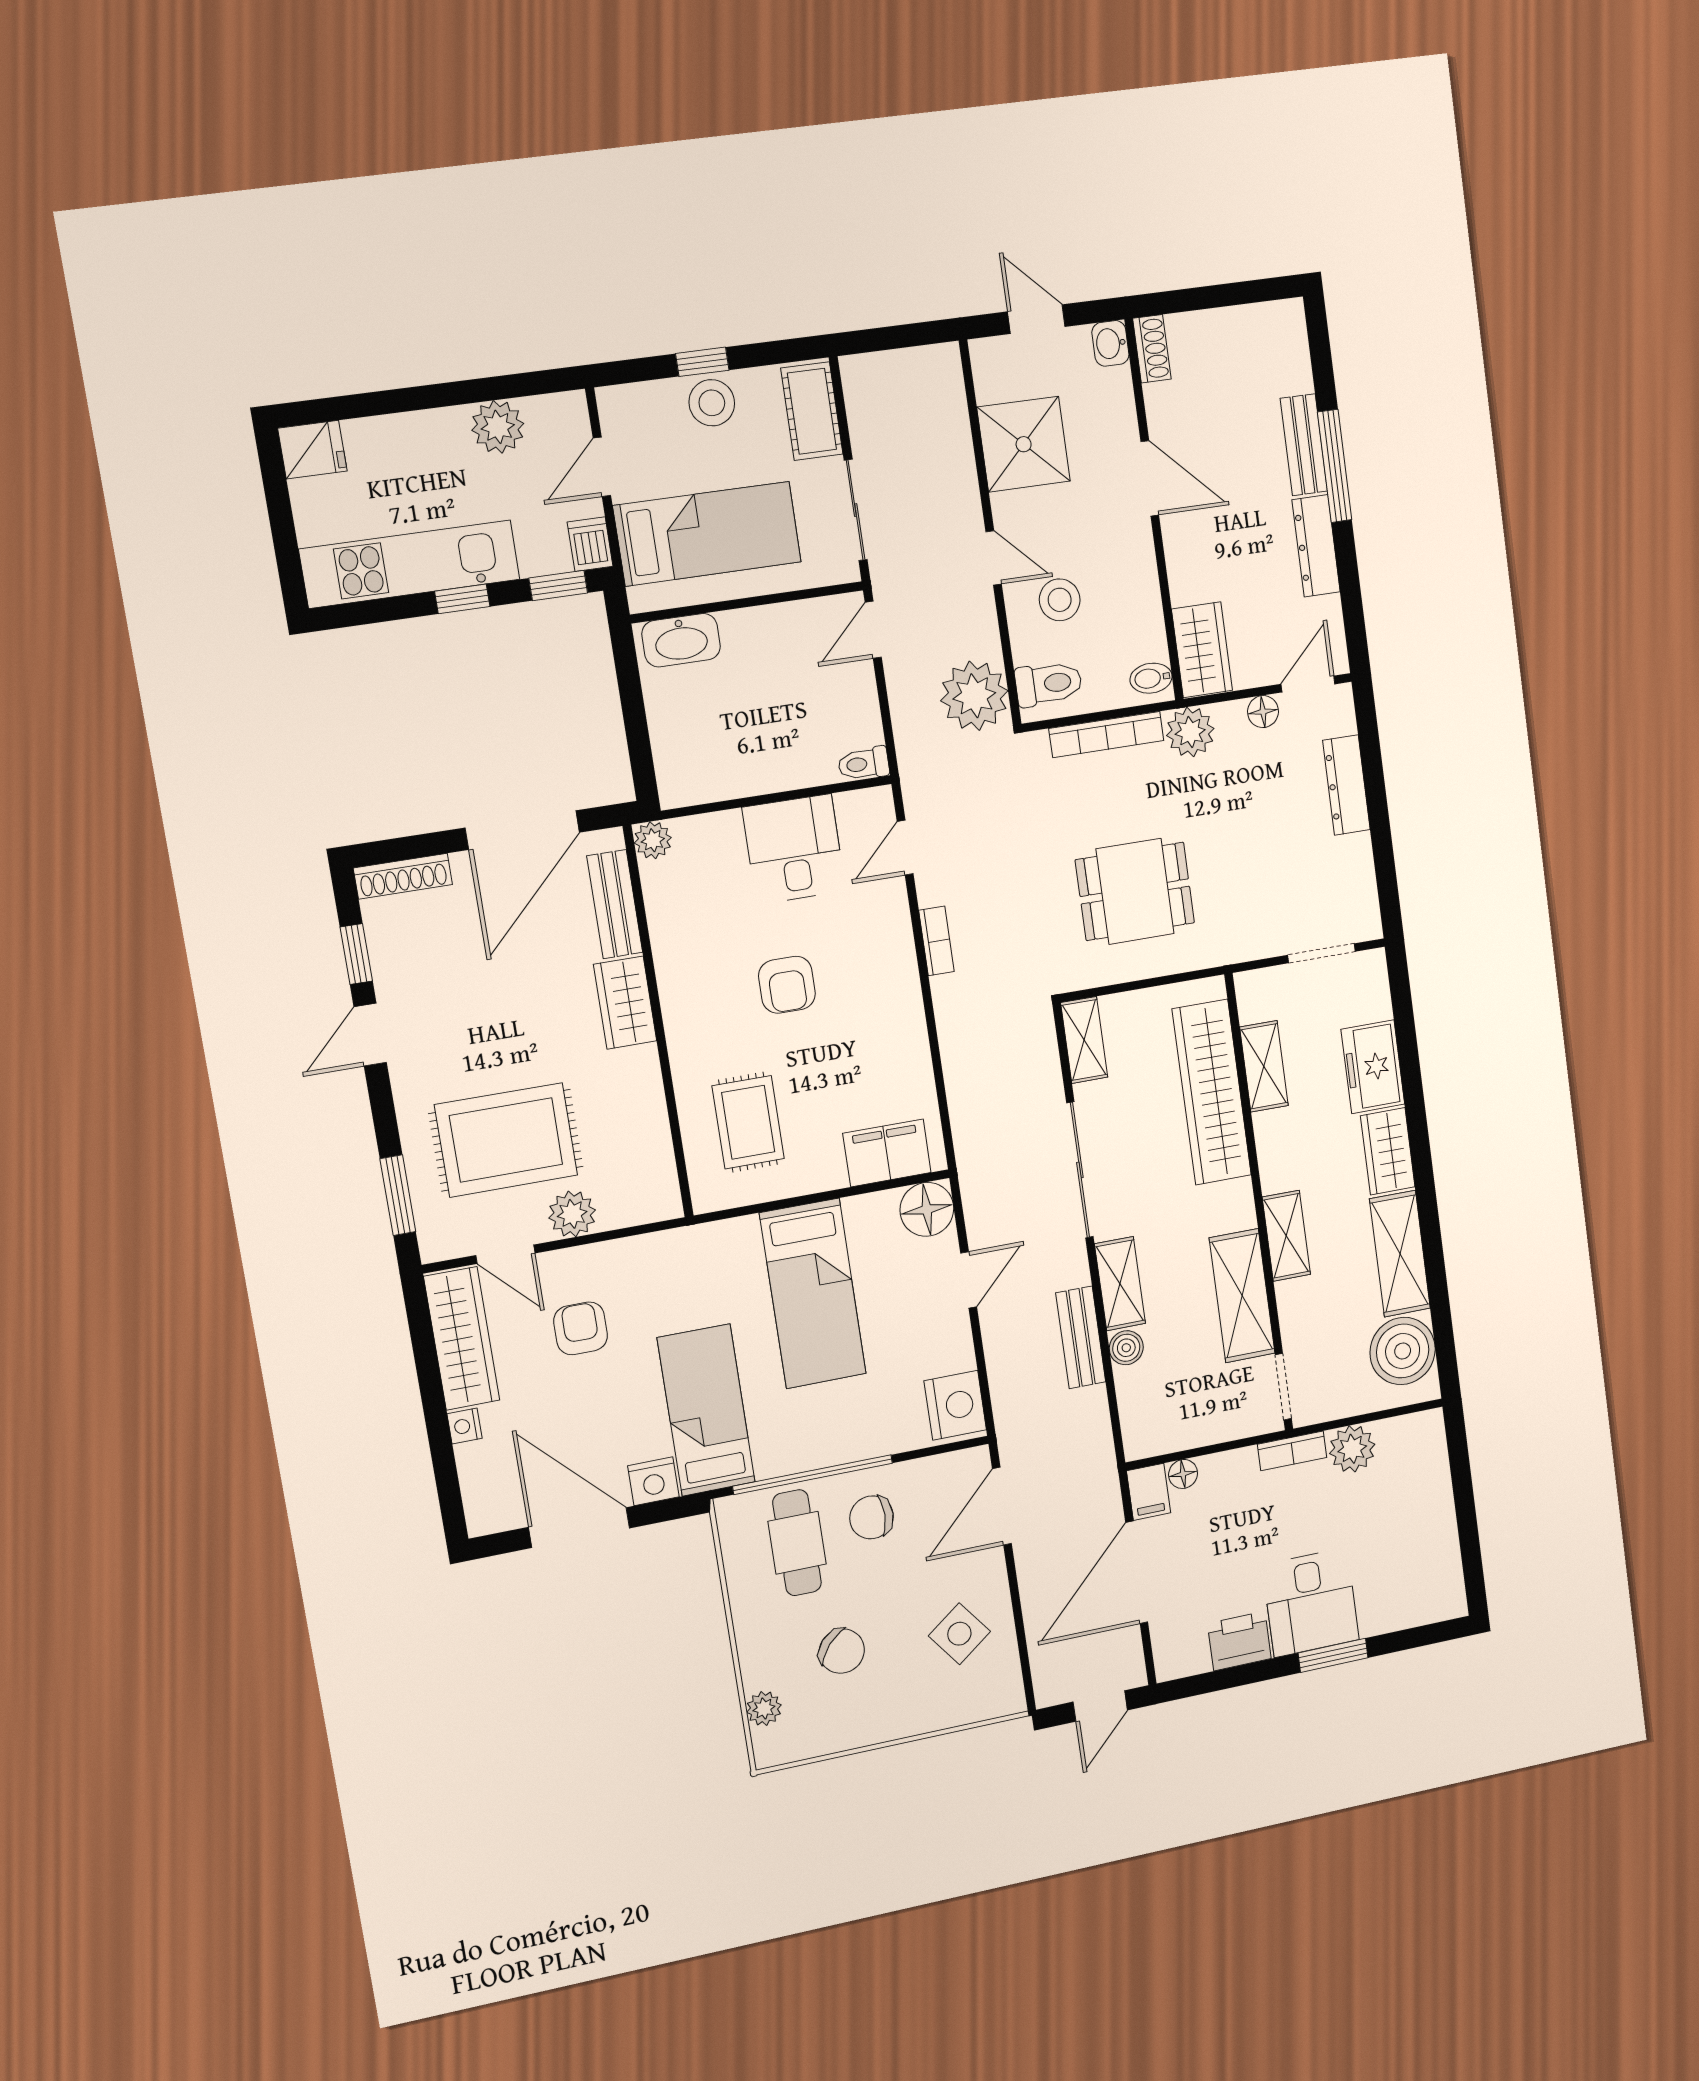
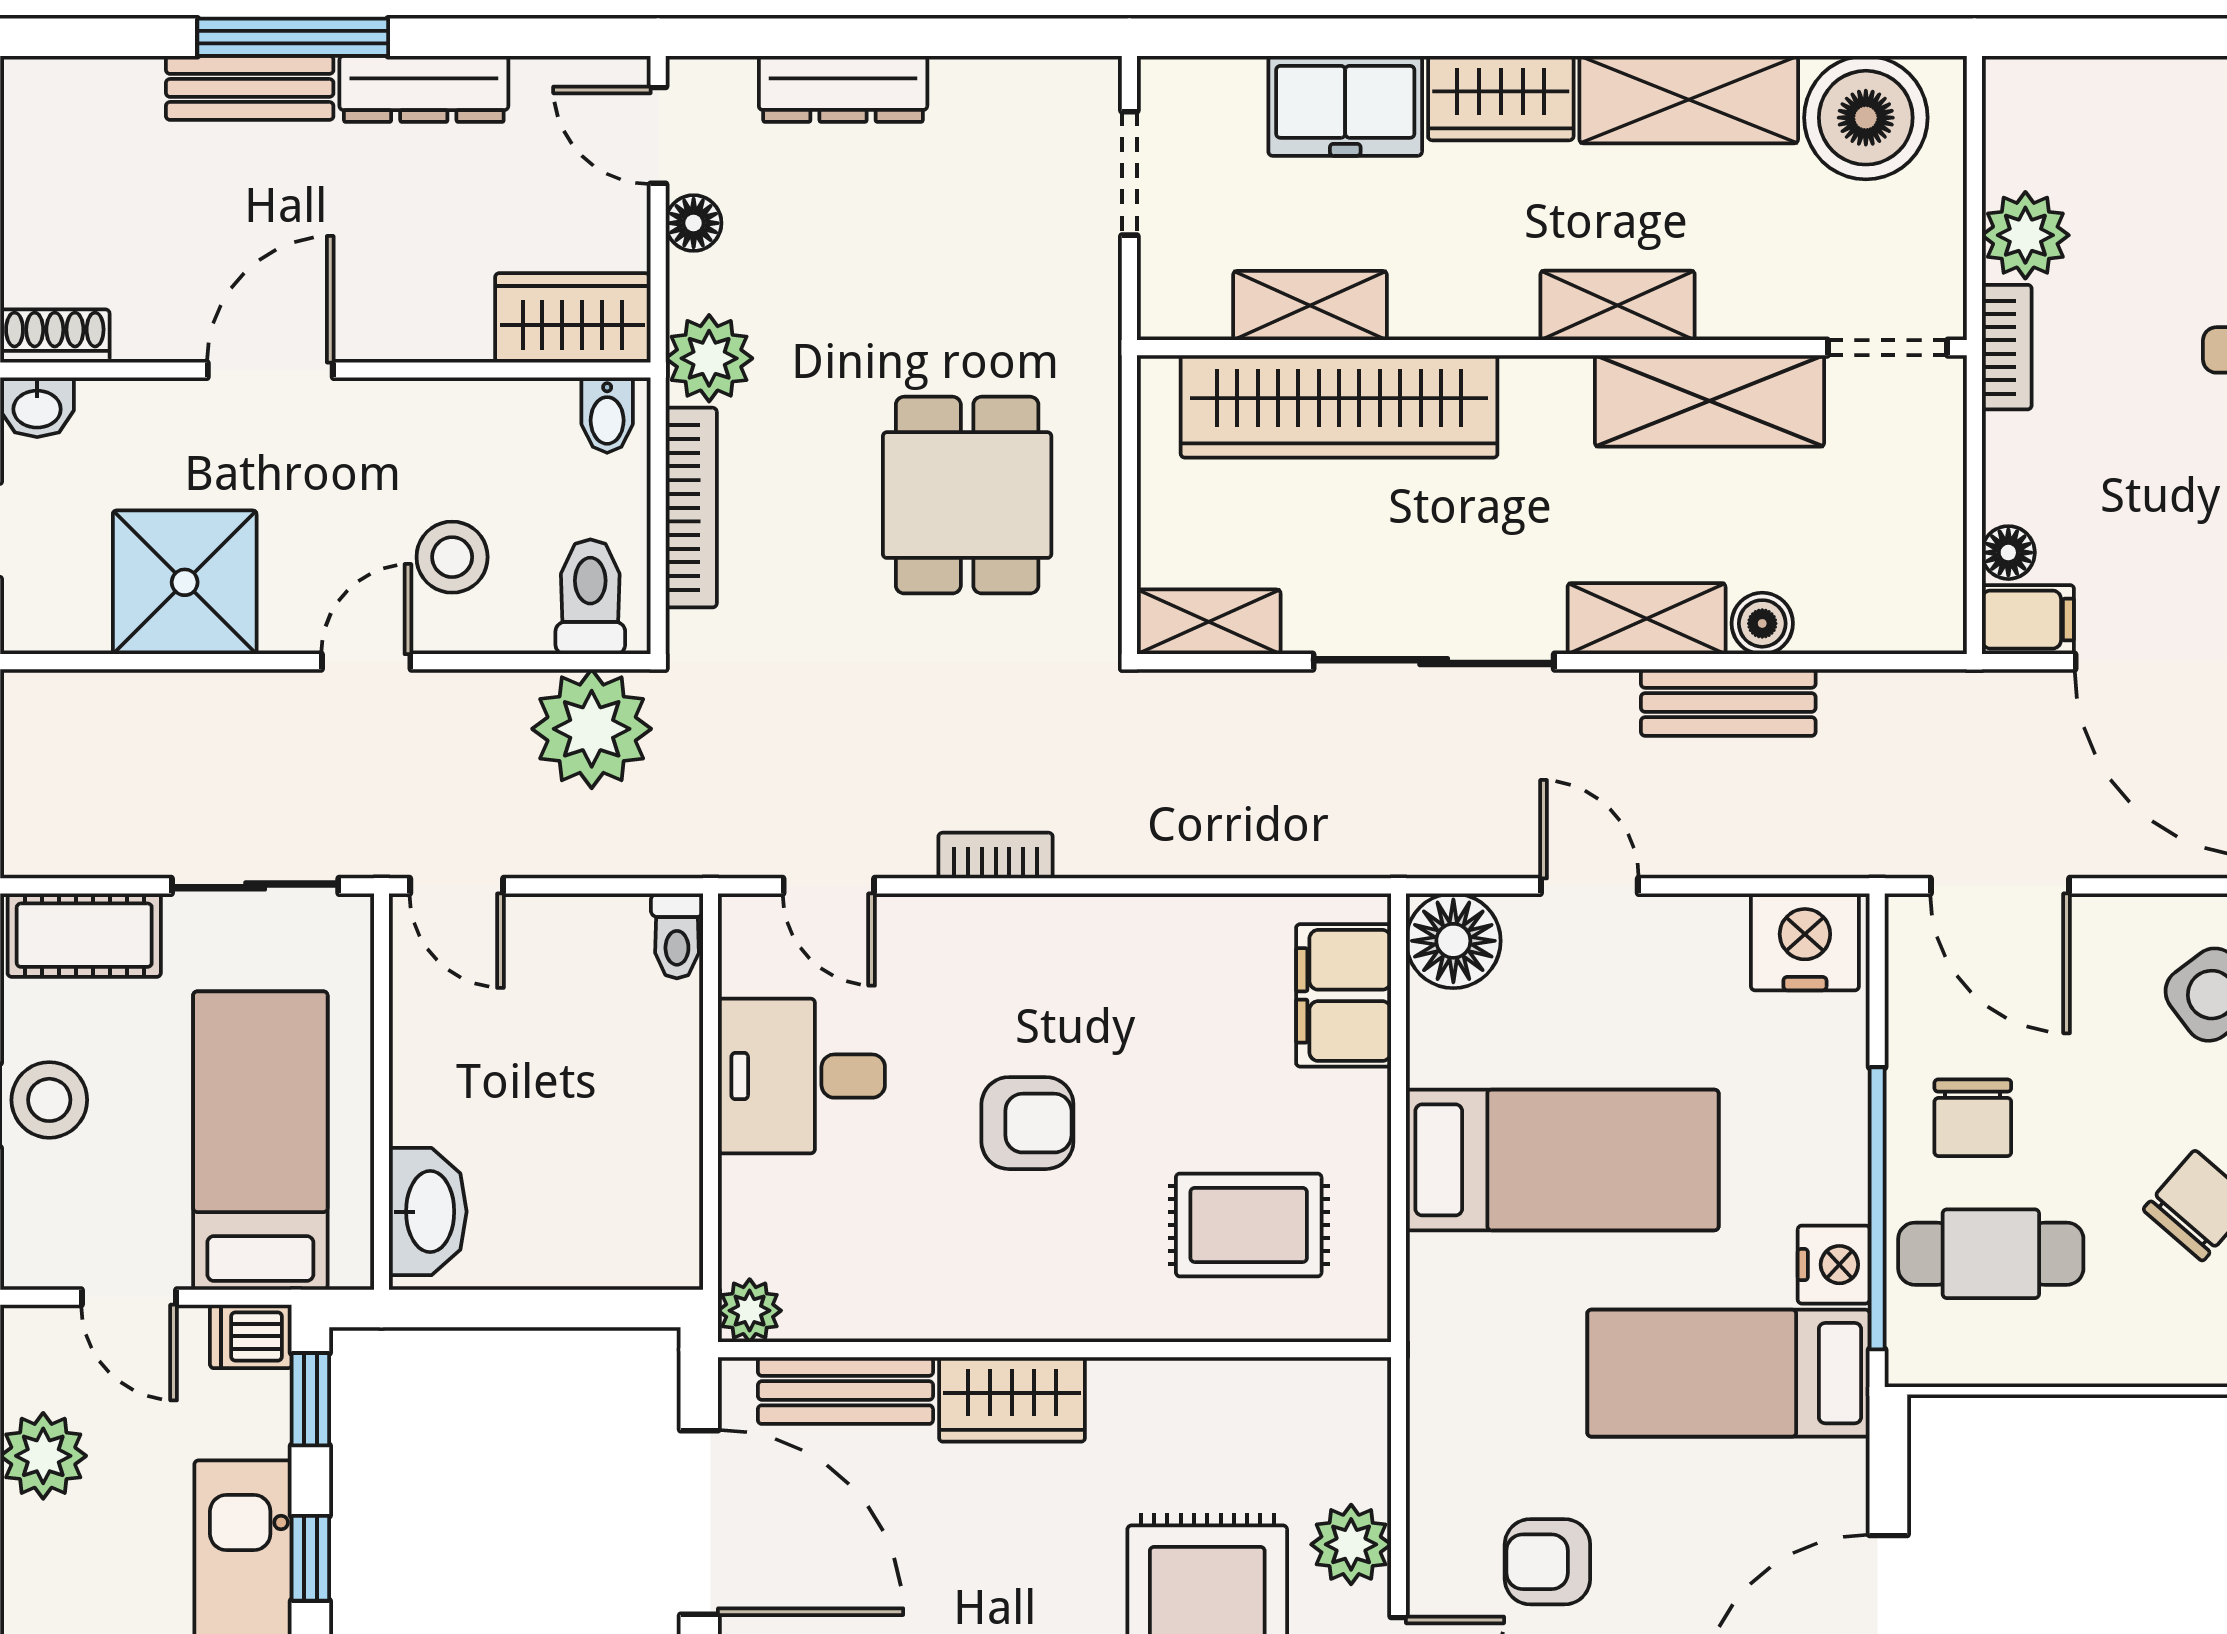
nightstand: (653, 1481) -> (1834, 1265), moved

